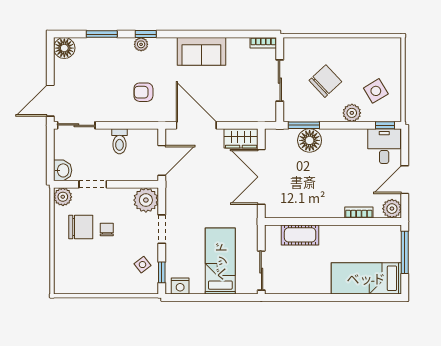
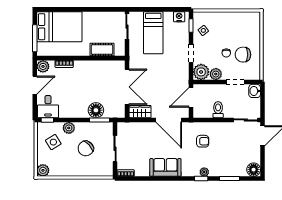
plant: (392, 47) -> (43, 170), added
plant: (63, 197) -> (216, 74), moved
bed: (366, 278) -> (59, 27), width x1.50

